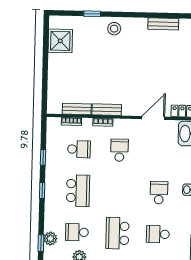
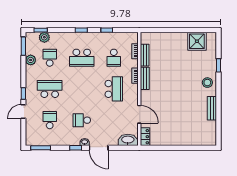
bench: (163, 24) -> (212, 108), moved
school desk: (119, 150) -> (114, 89), width x1.85
school desk: (159, 193) -> (82, 120), turned 180

